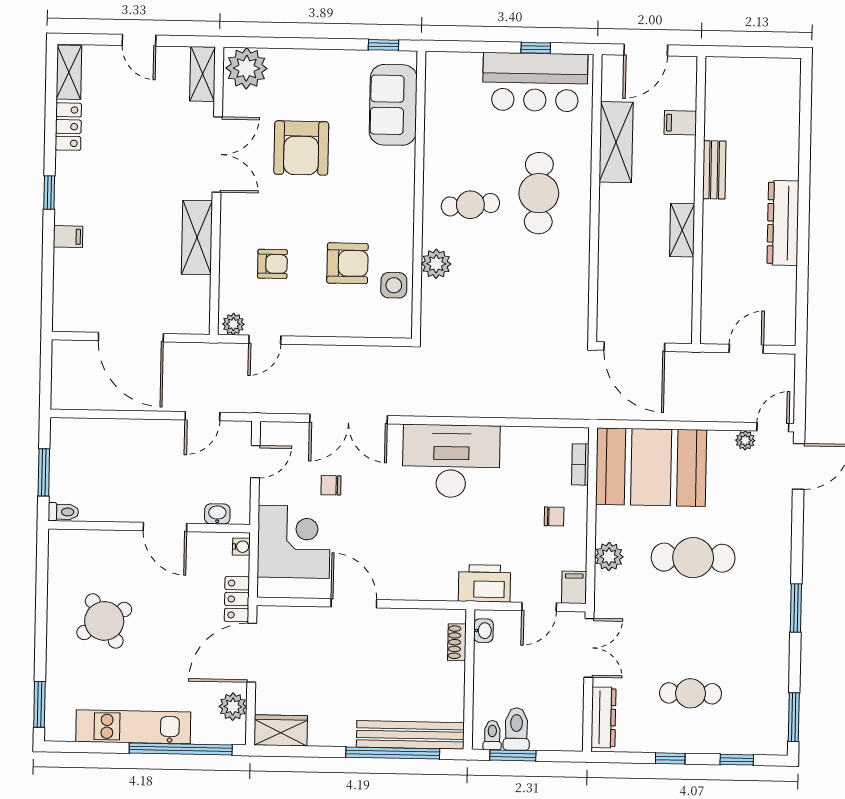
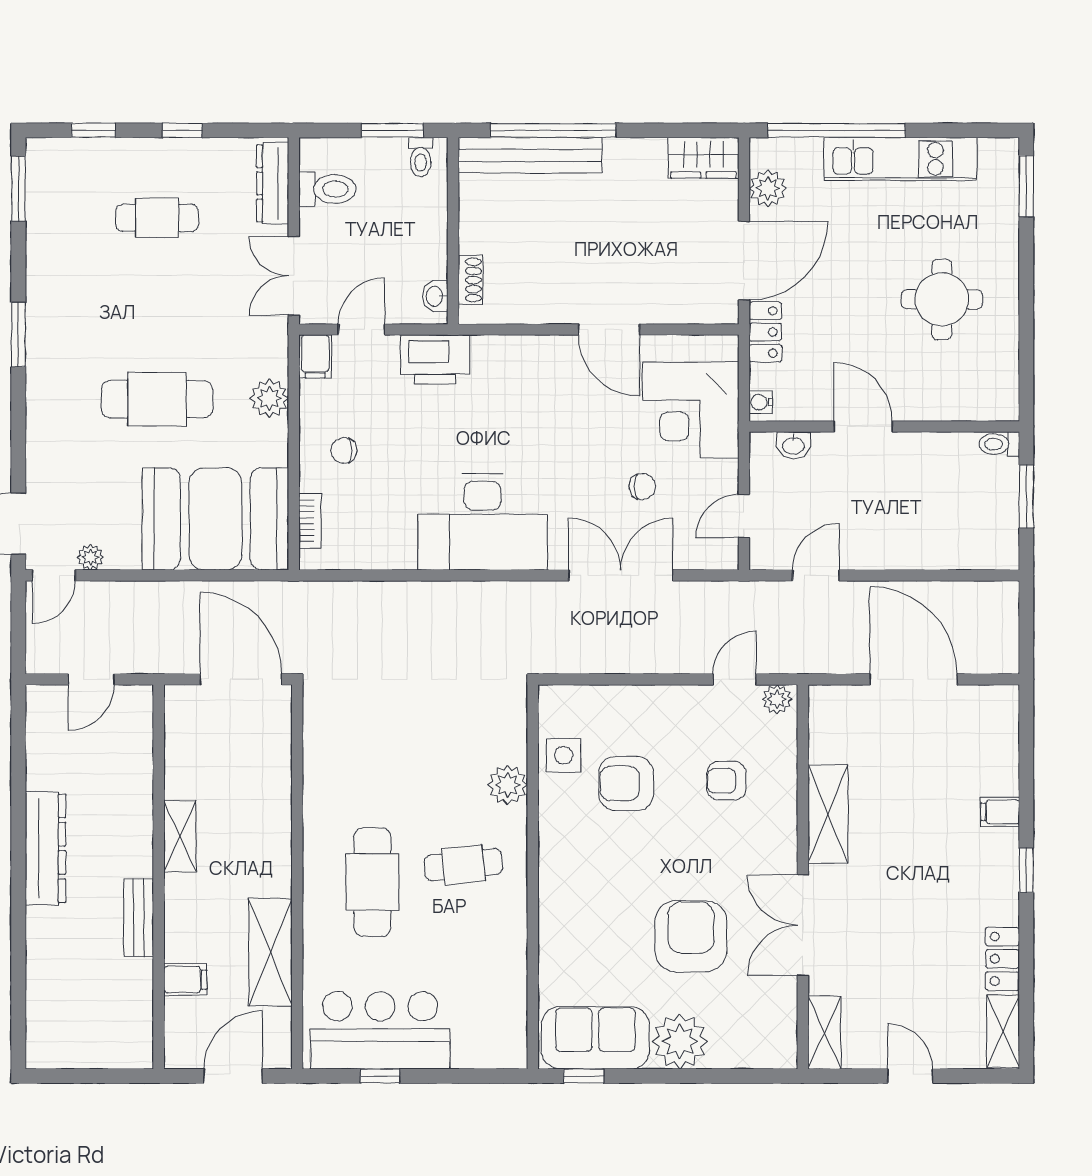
plant: (246, 68) -> (680, 1041), moved
sofa: (393, 105) -> (595, 1038), moved, turned -90
round table: (104, 621) -> (942, 299), turned 31
toilet: (516, 729) -> (327, 189), moved, turned -90

